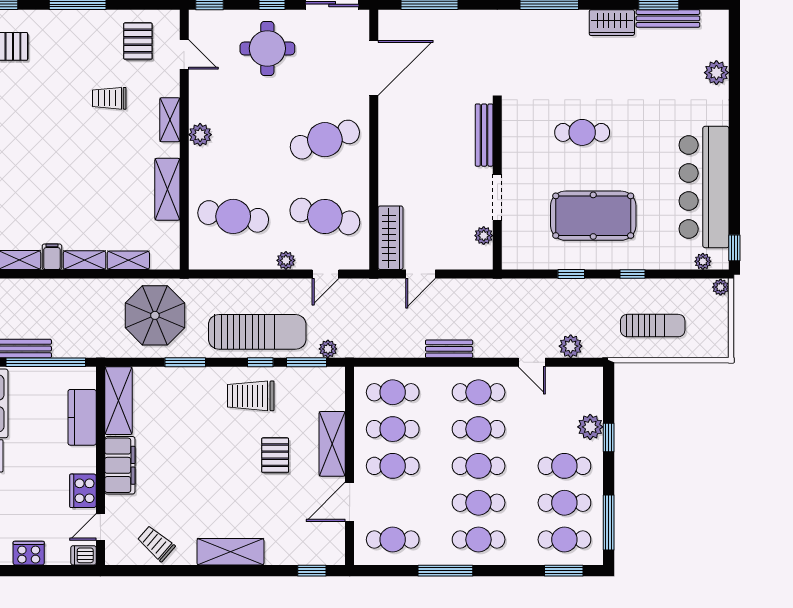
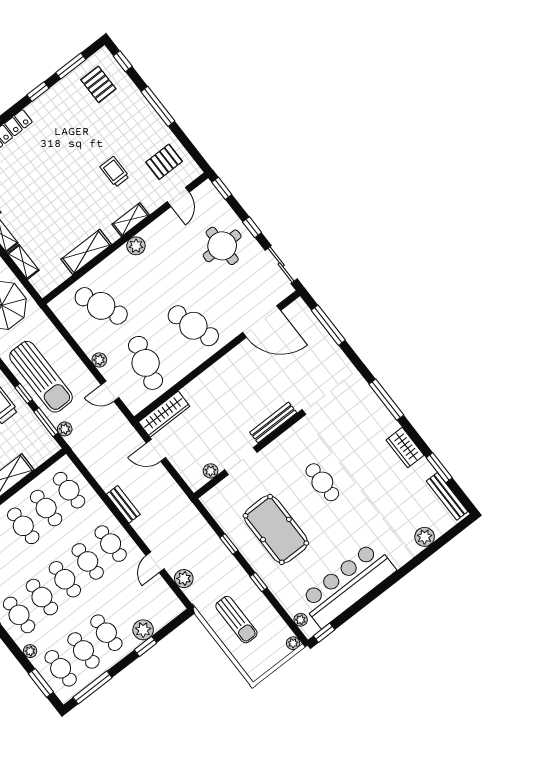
bench: (668, 18) -> (447, 496), moved
cafe table: (233, 216) -> (101, 306), turned -33
plant: (523, 557) -> (30, 651), added

